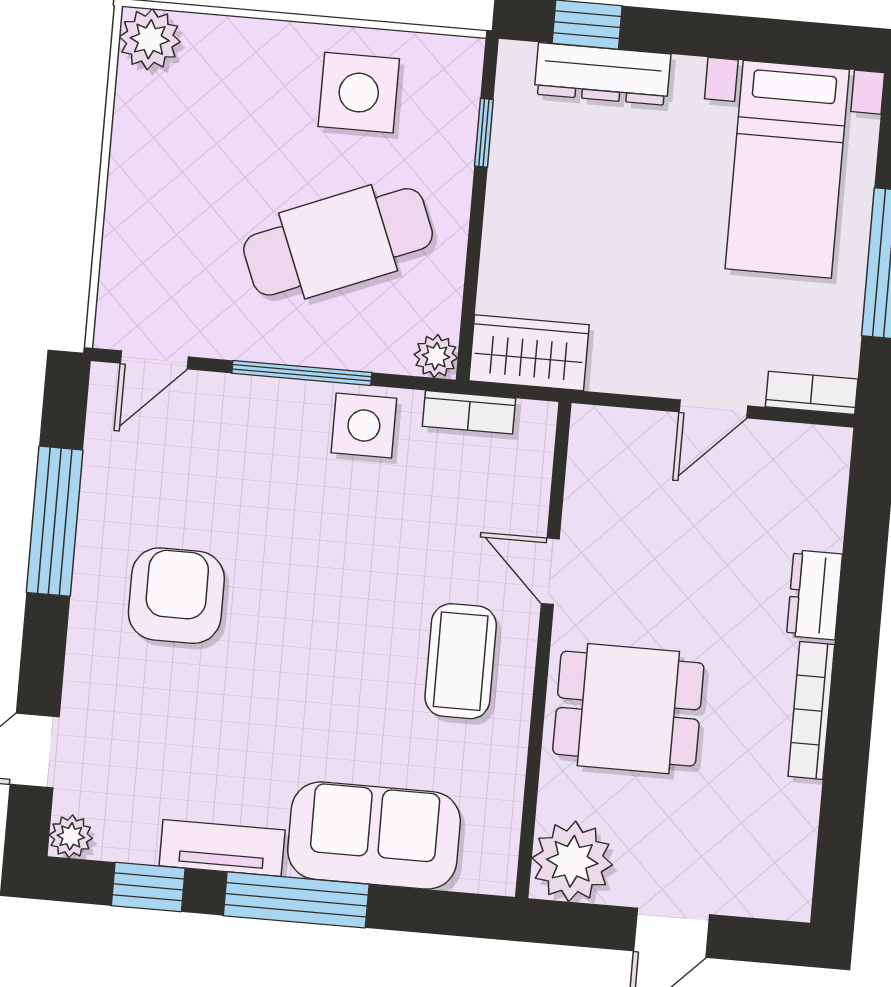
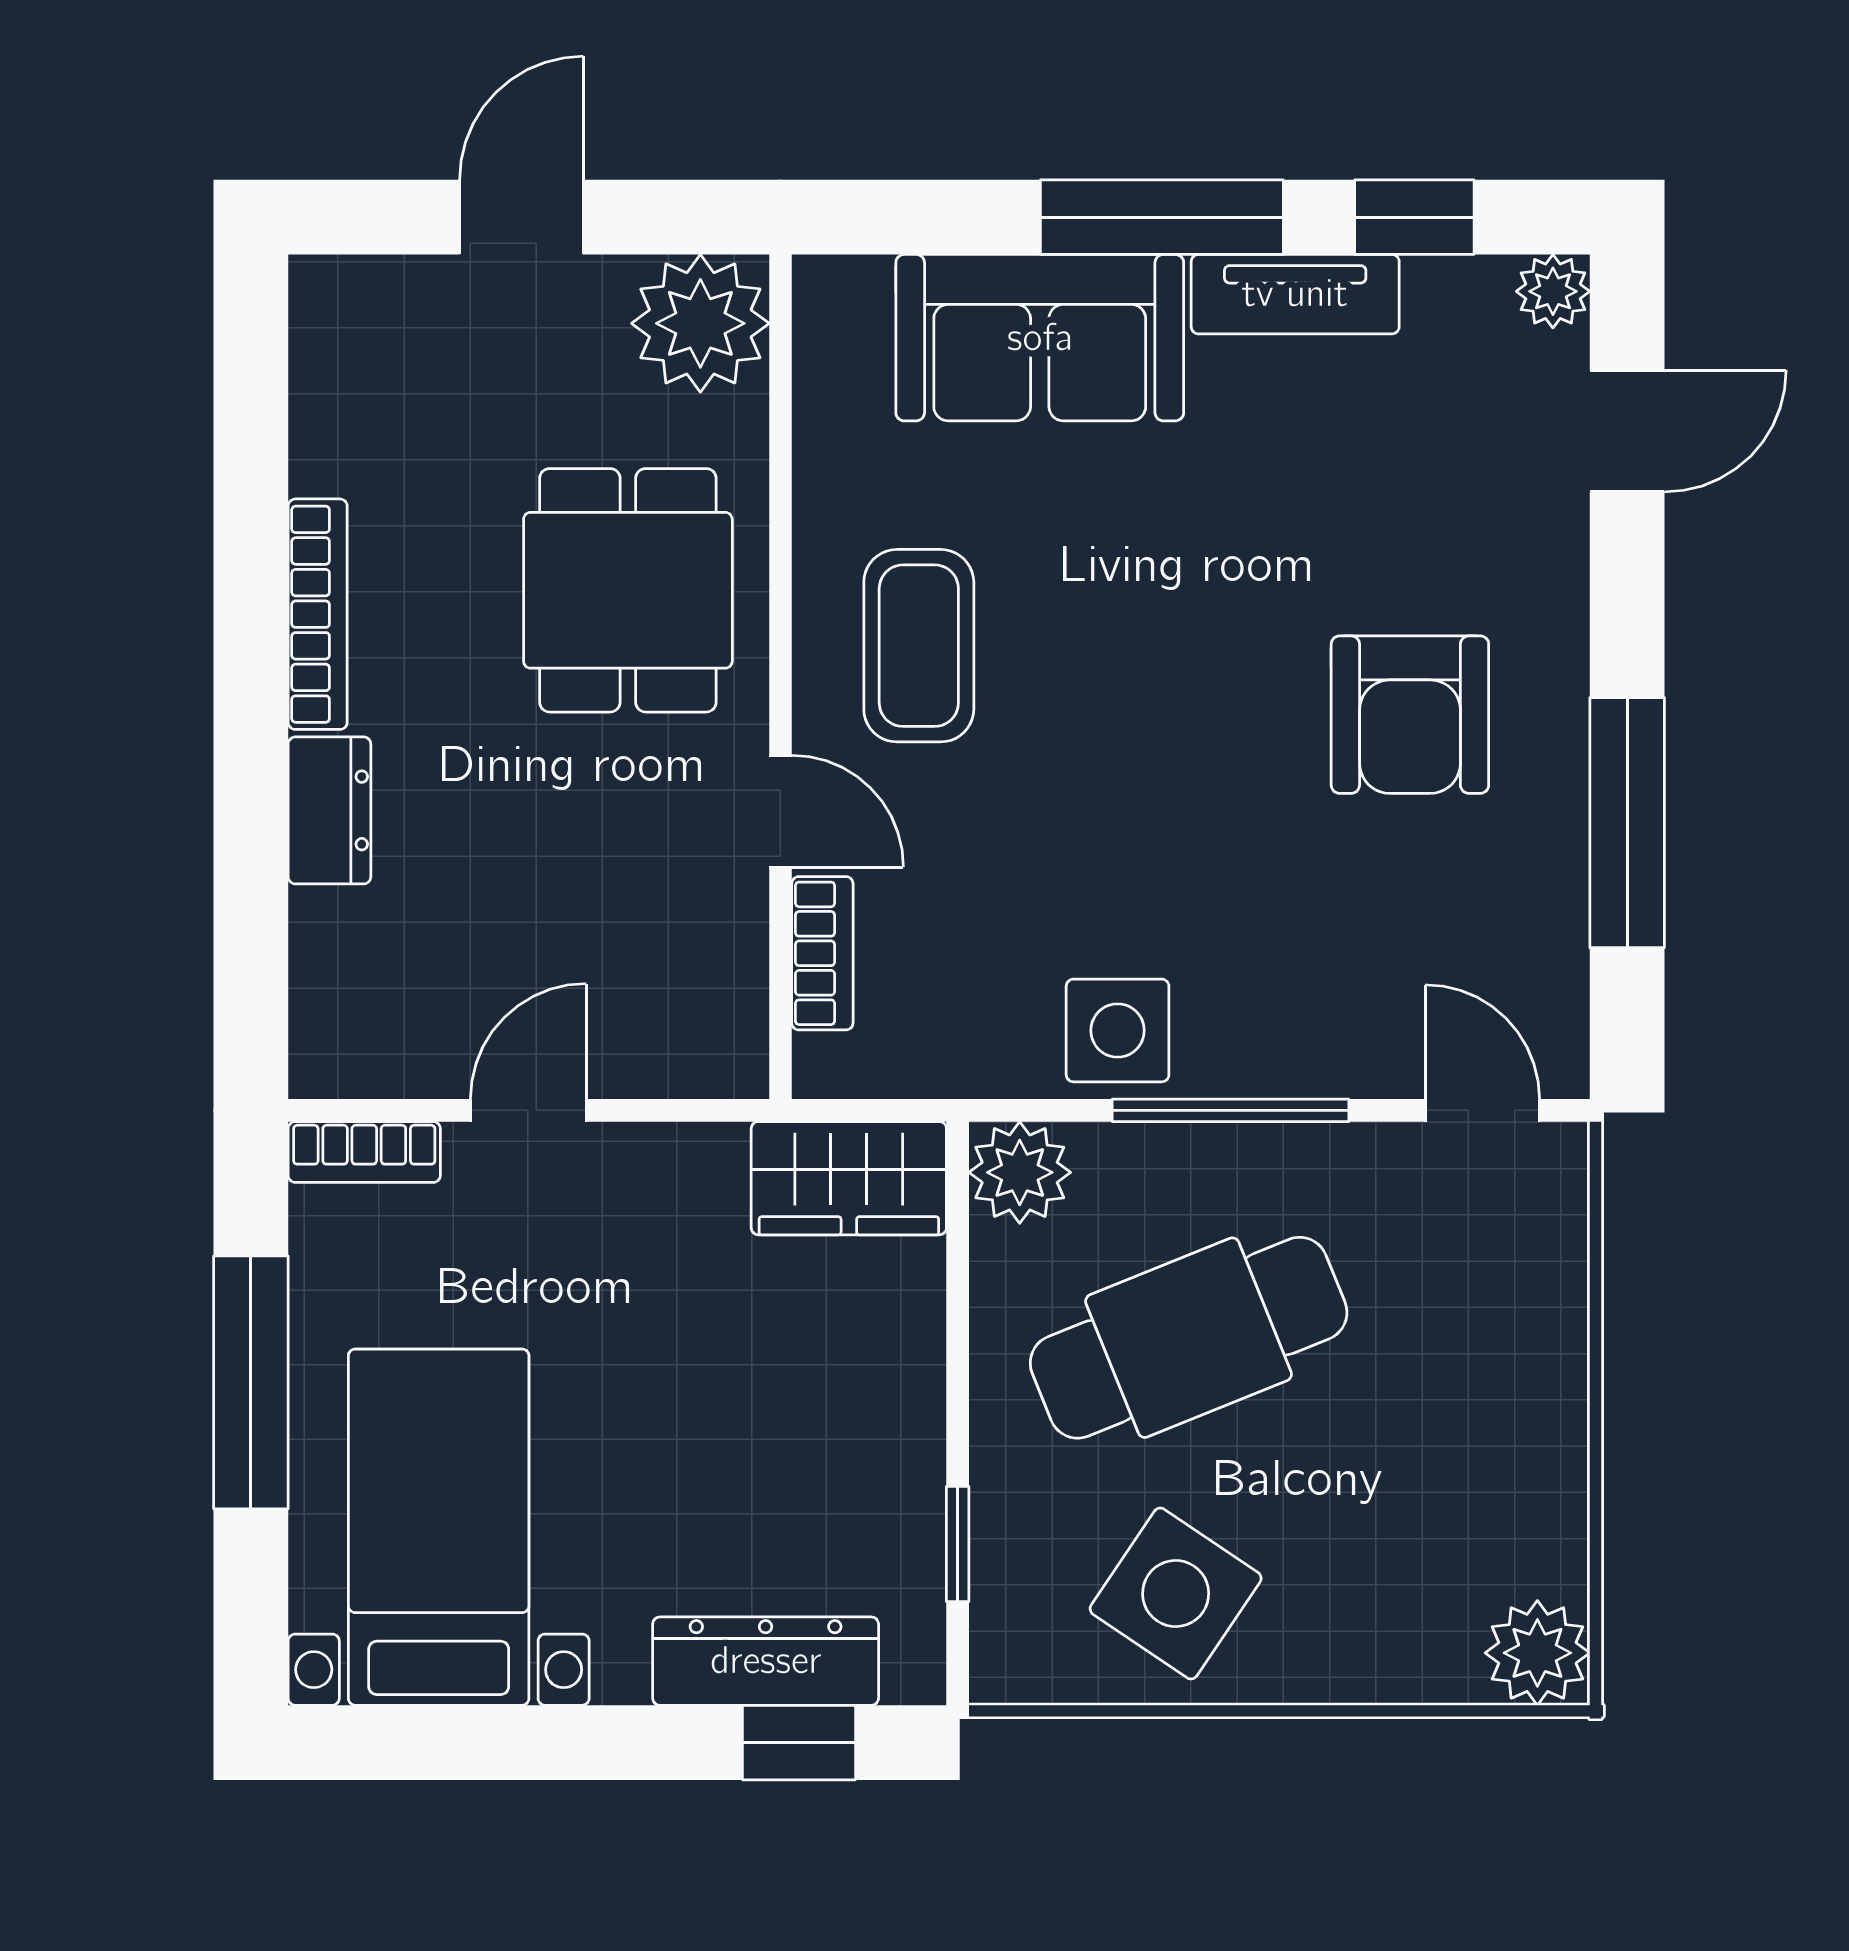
side table: (359, 93) -> (1176, 1593), turned 34
plant: (436, 356) -> (1020, 1172), width x1.38, depth x1.38
door: (154, 360) -> (1482, 1110), hinge flipped
bookcase: (469, 412) -> (822, 953), moved, turned 90
dining table: (628, 709) -> (628, 590), turned 90

